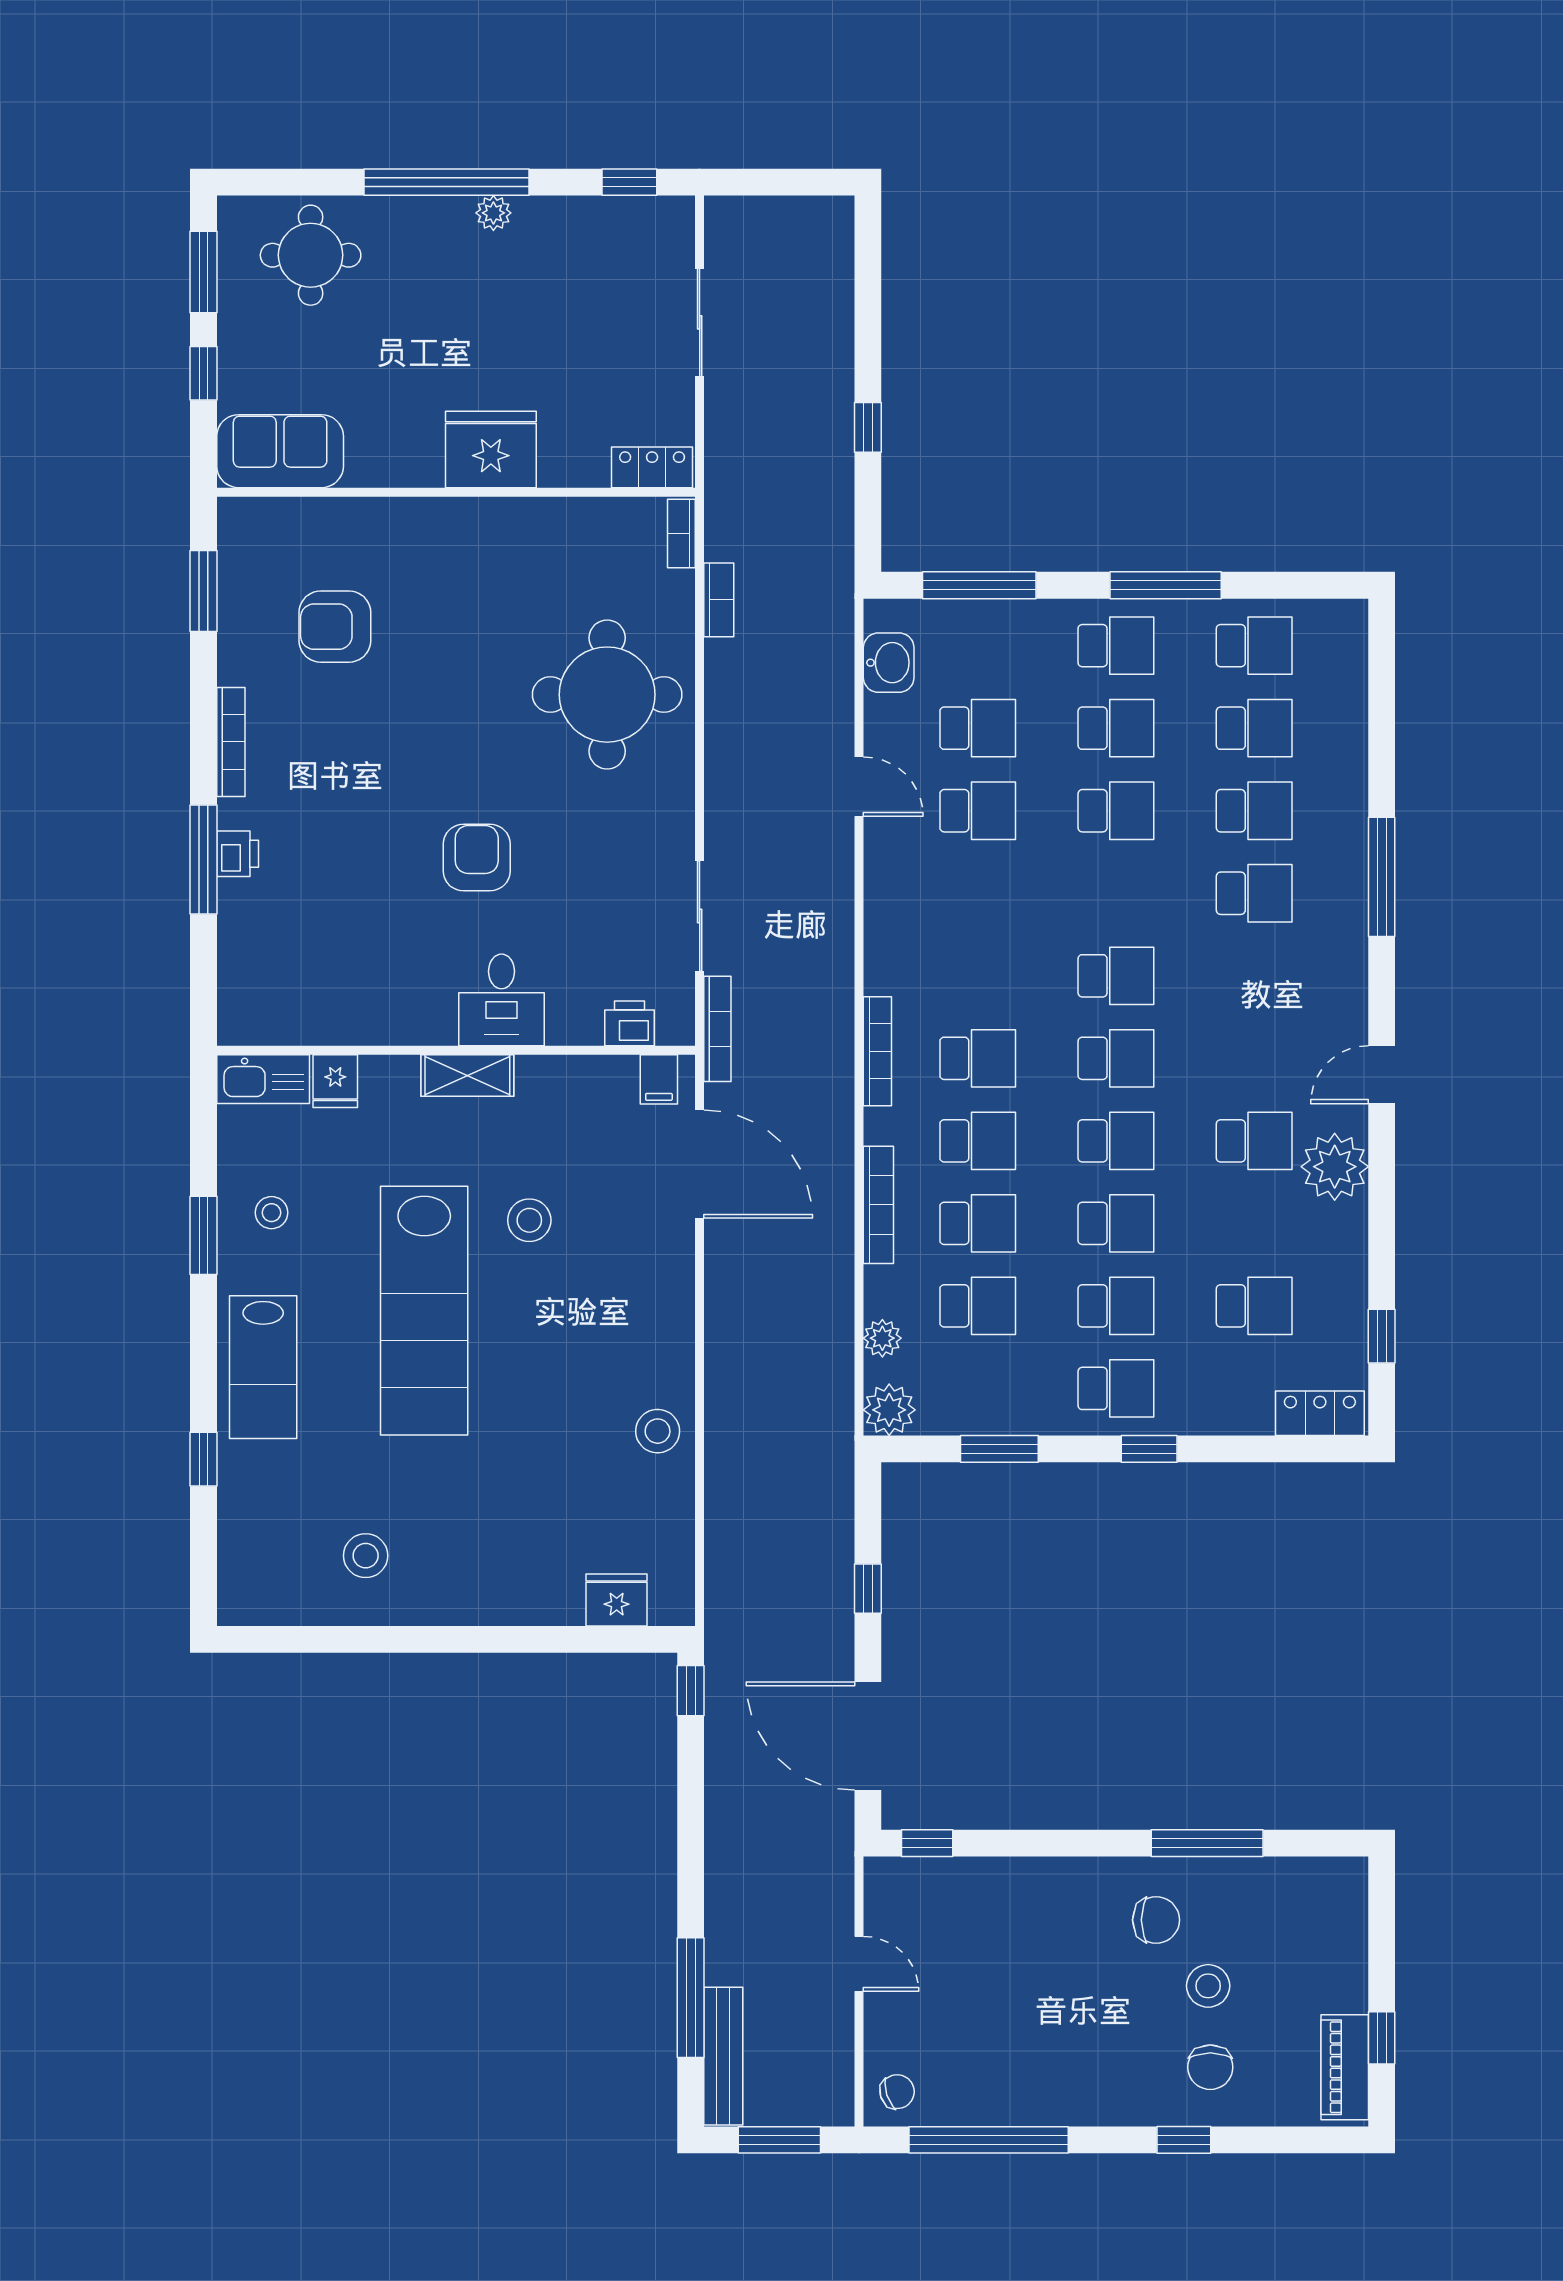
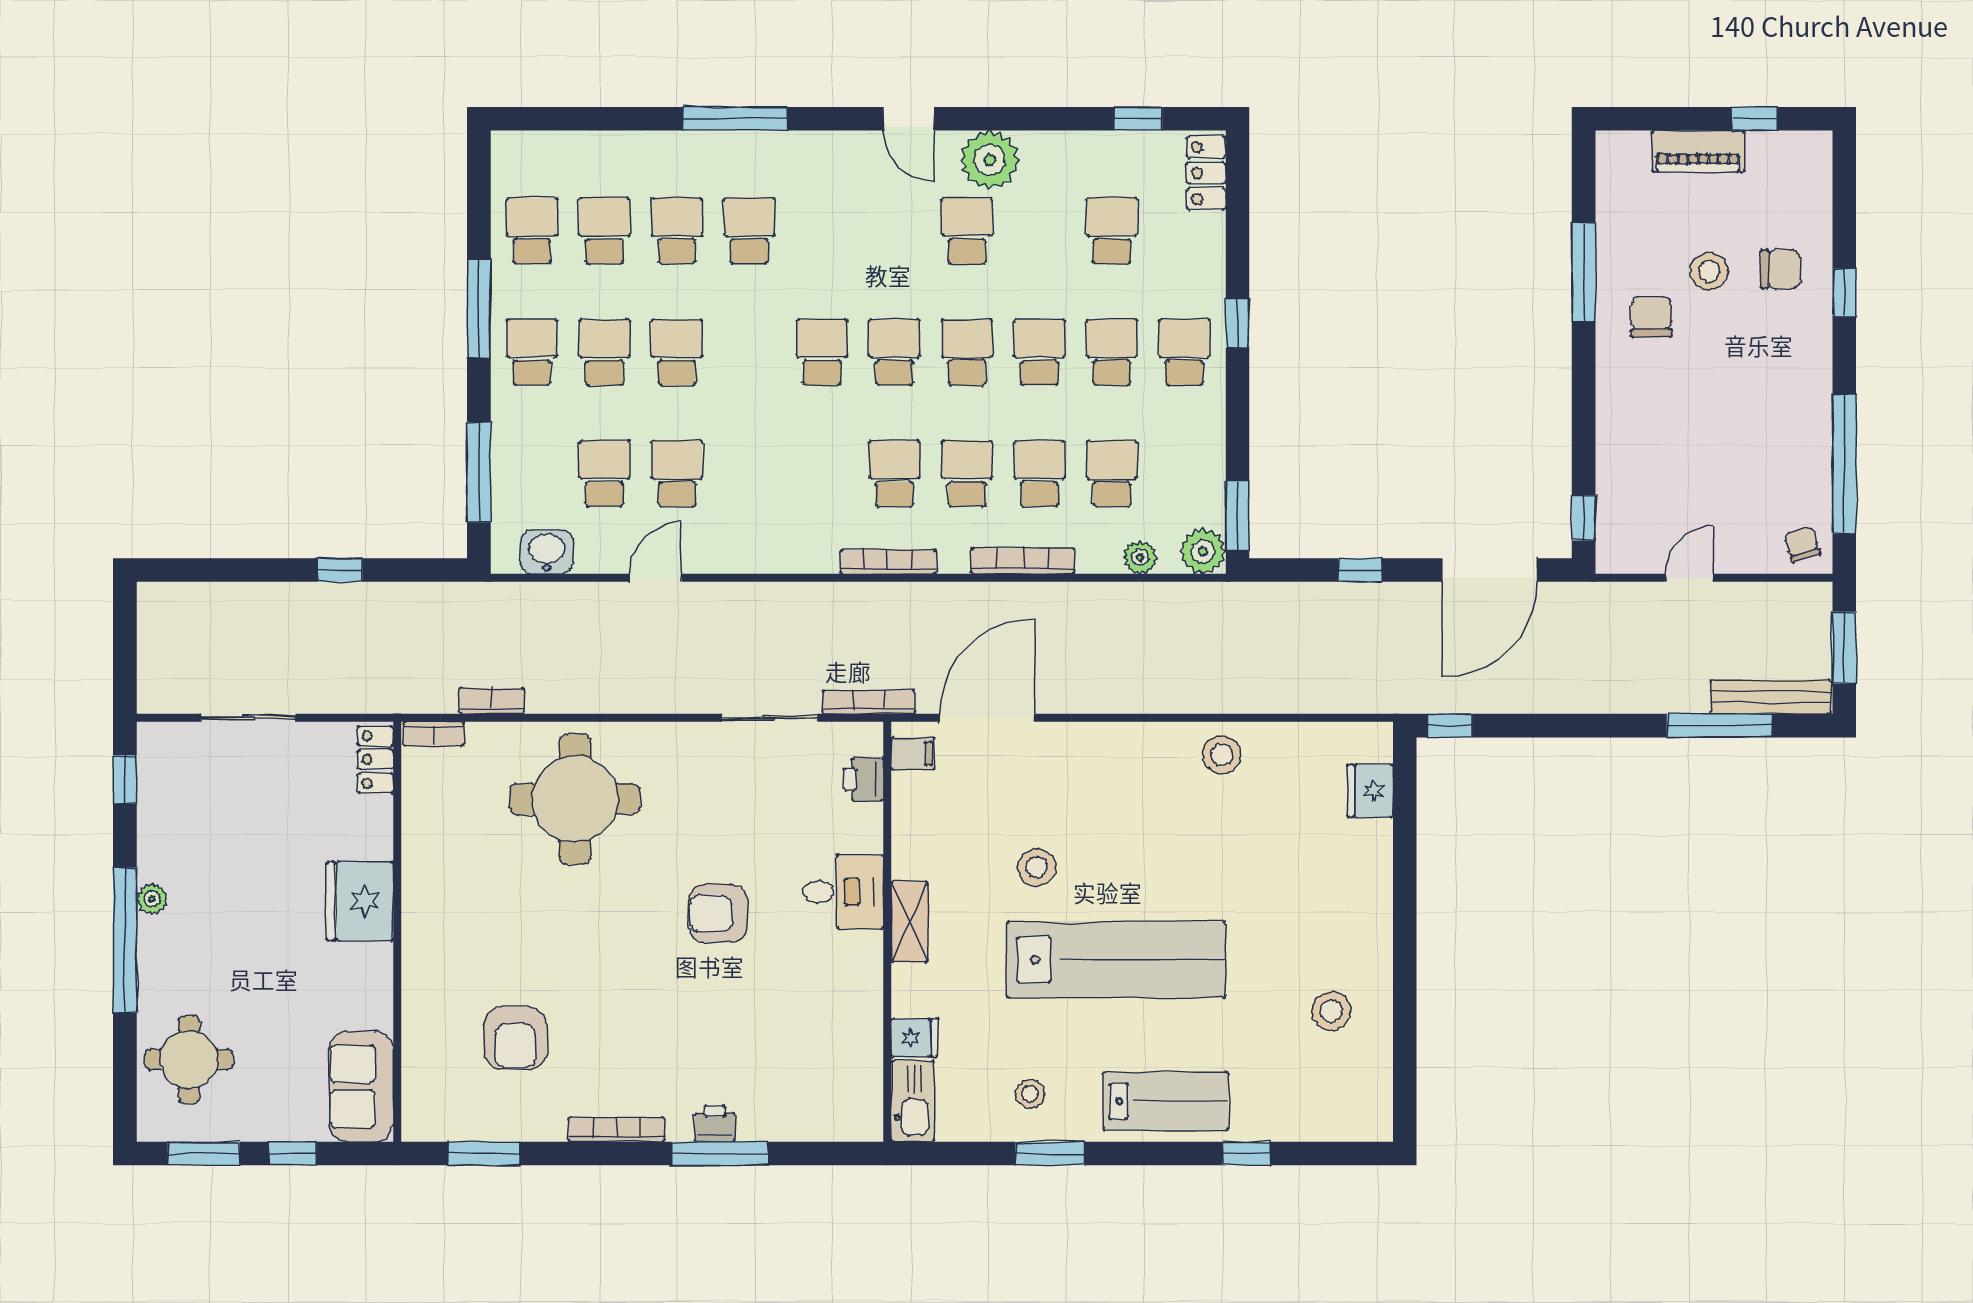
window: (999, 1449) -> (1237, 515), moved
piano: (1345, 2067) -> (1698, 151), moved

